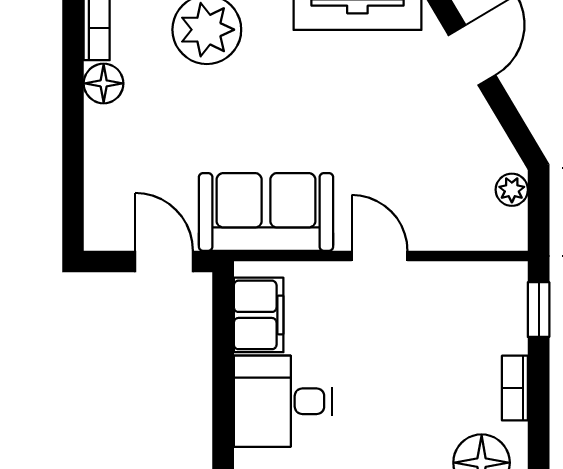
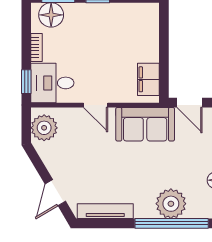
plant: (512, 190) -> (44, 128), width x1.88, depth x1.88
desk: (283, 401) -> (52, 83), moved, turned 180

